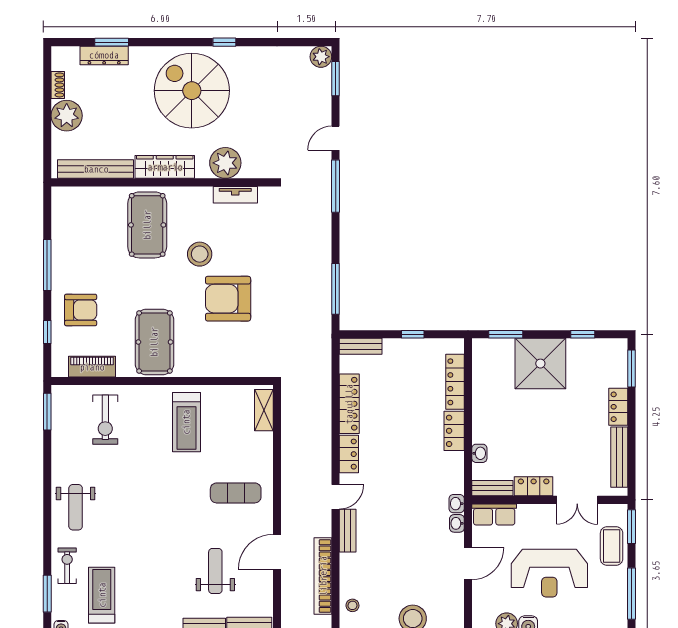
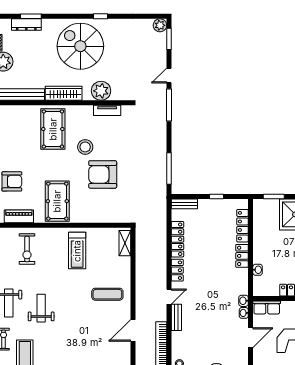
bench: (492, 488) -> (266, 291), removed
weight bench: (215, 571) -> (41, 308), moved

